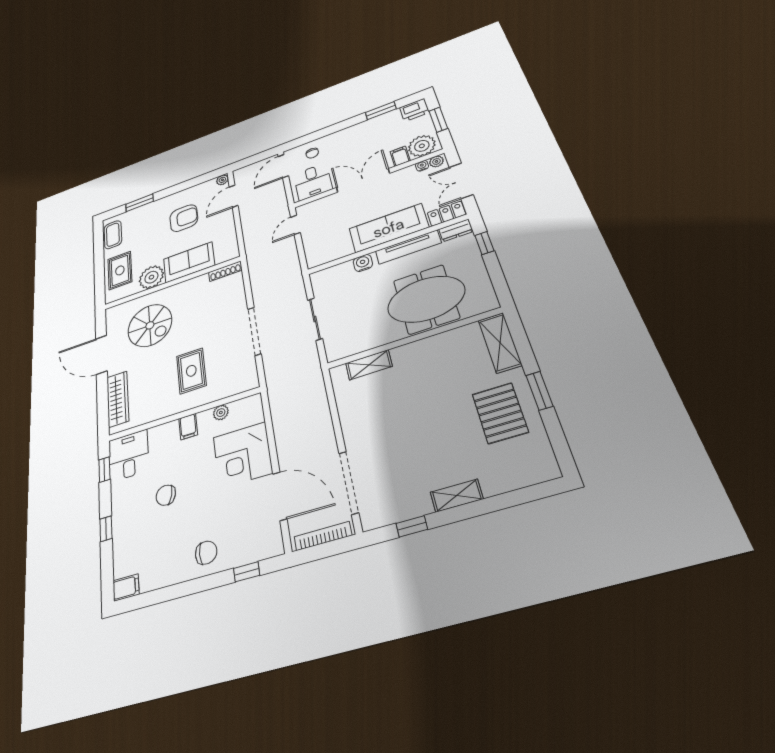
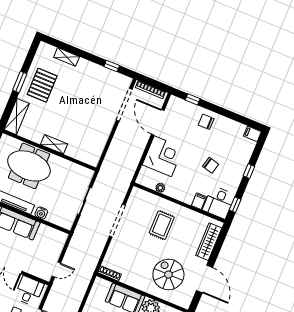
shelving: (369, 365) -> (54, 144), moved
filing cabinet: (188, 427) -> (199, 201), moved
shelving: (457, 496) -> (67, 57), moved

